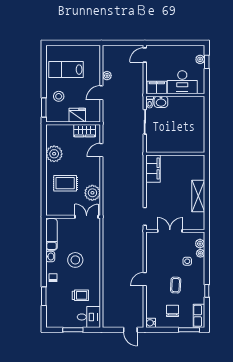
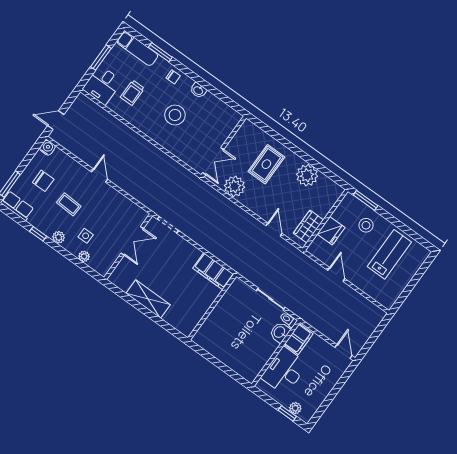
plant: (107, 76) -> (351, 294), removed
exam couch: (52, 234) -> (137, 49), moved
plant: (200, 244) -> (59, 237), moved

